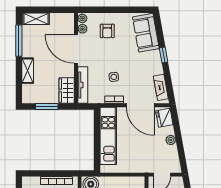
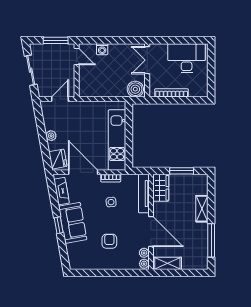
shelving: (36, 19) -> (167, 263), moved
armchair: (107, 31) -> (109, 241), moved
sofa: (146, 33) -> (73, 223), moved

